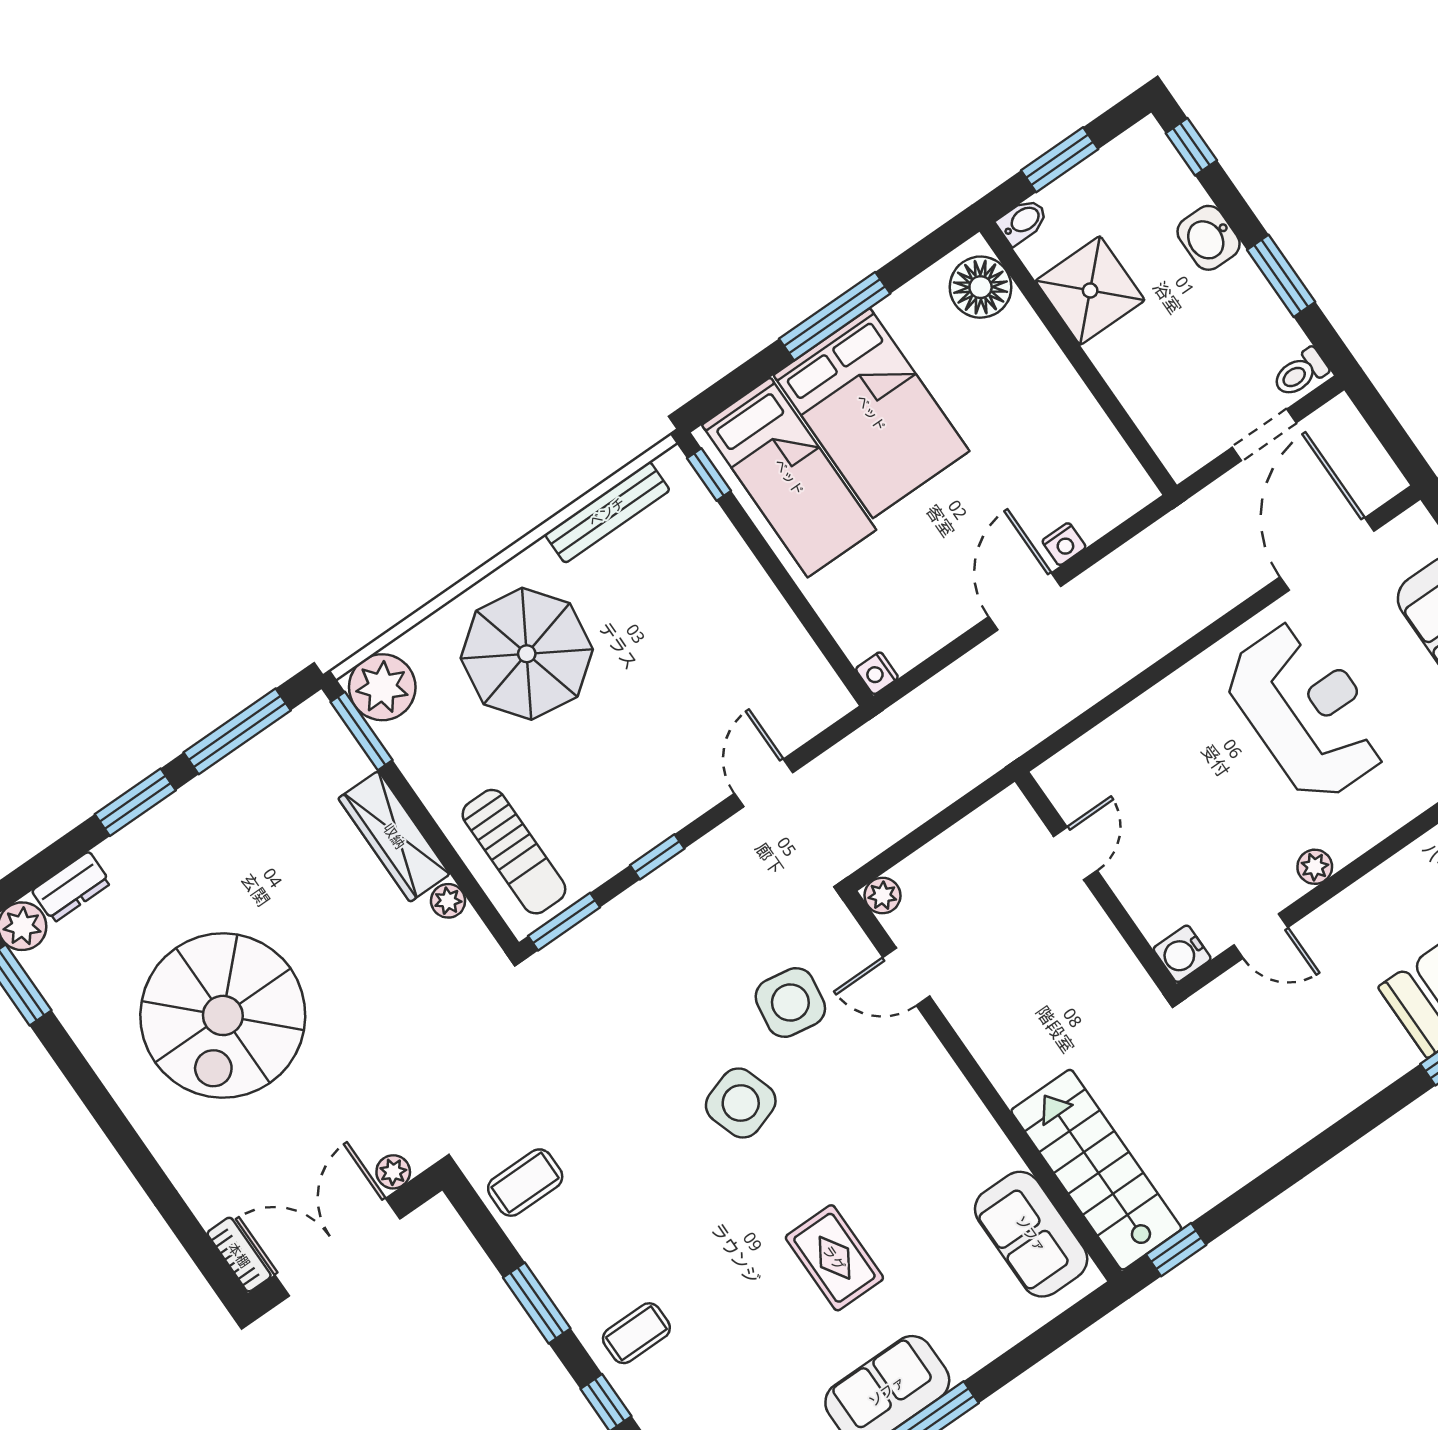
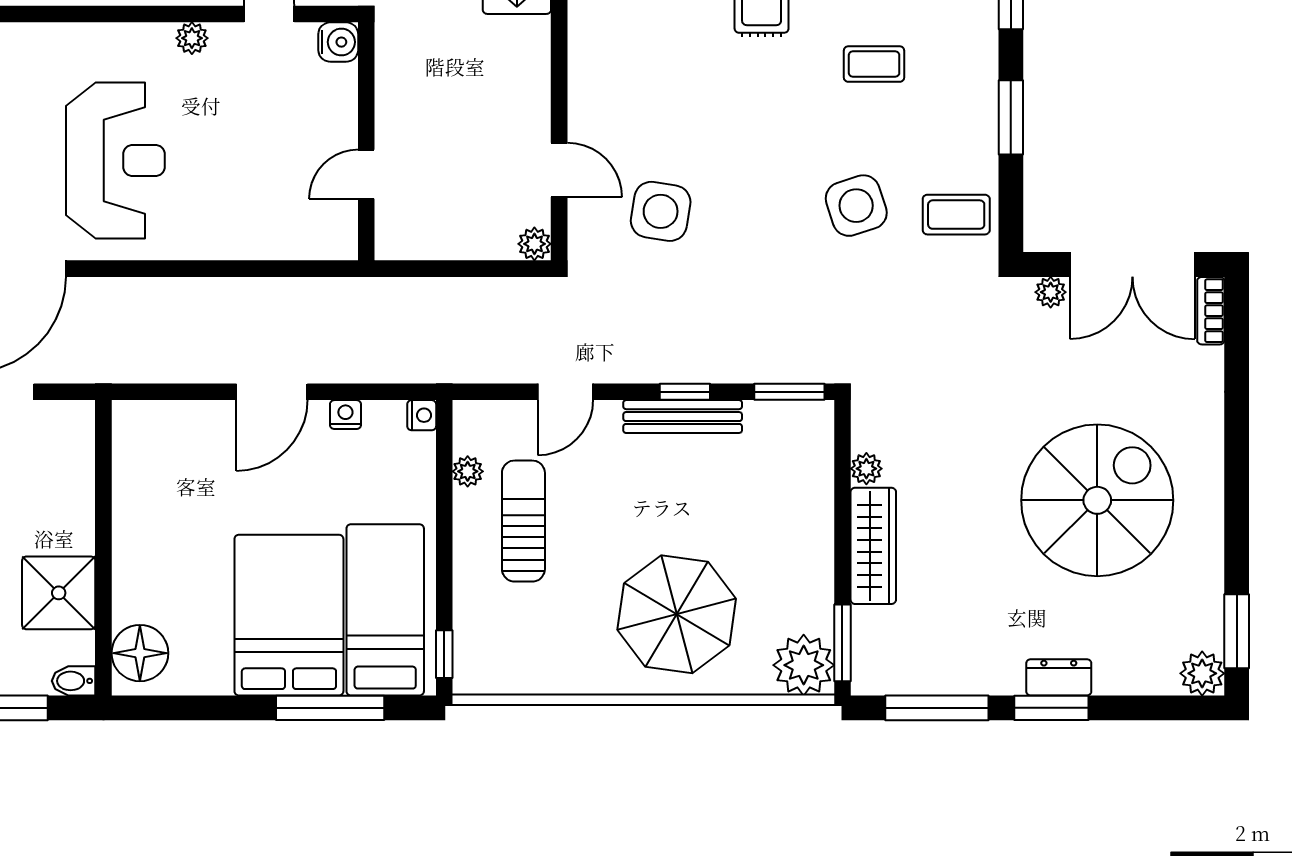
window: (835, 316) -> (330, 708), moved
bench: (607, 512) -> (683, 417), moved
nightstand: (1064, 544) -> (345, 415), moved
plant: (801, 652) -> (468, 471), added
reception desk: (1307, 710) -> (115, 160), turned 180
sun lounger: (514, 852) -> (523, 521), moved
dresser: (71, 887) -> (1059, 677), moved
side table: (741, 1103) -> (856, 206), moved
coffee table: (636, 1333) -> (874, 64), moved

